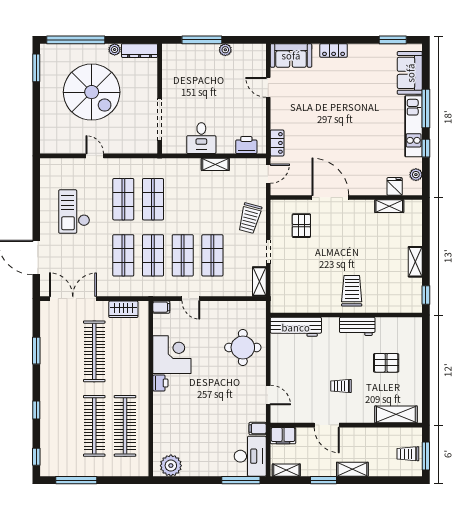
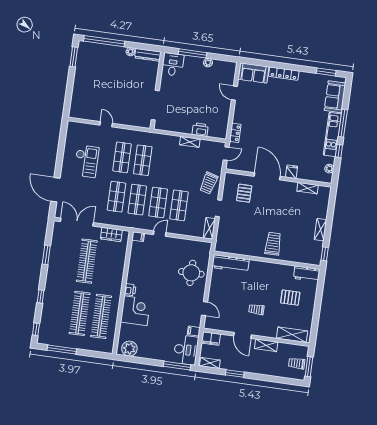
locker: (334, 50) -> (284, 74), width x1.53
spiral stairs: (92, 92) -> (110, 79), removed
desk: (201, 138) -> (173, 64), moved, turned 180
printer: (246, 145) -> (200, 130), moved
fridge: (395, 186) -> (291, 172), moved
checkout: (74, 211) -> (86, 161), turned 180
door: (191, 299) -> (160, 234), swing flipped
workbench: (357, 326) -> (307, 274), moved
corner desk: (172, 355) -> (135, 311), moved
shelving: (352, 469) -> (266, 345), moved

